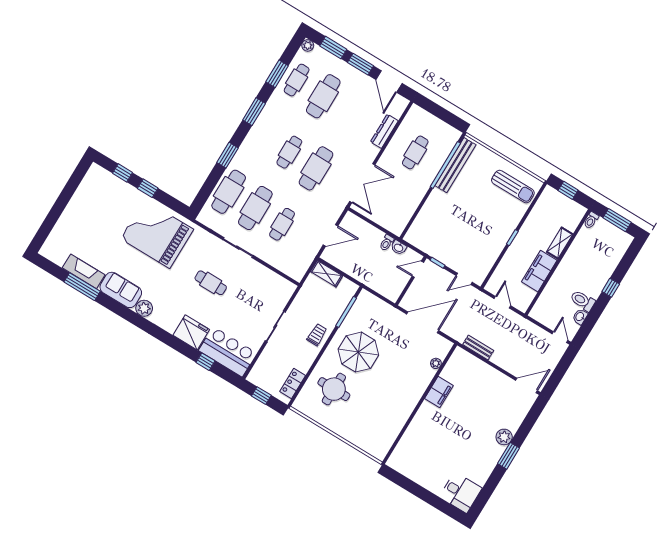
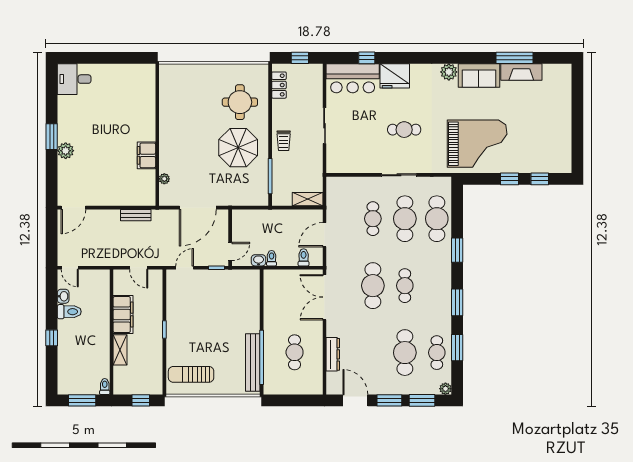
toilet: (360, 227) -> (304, 257), added

